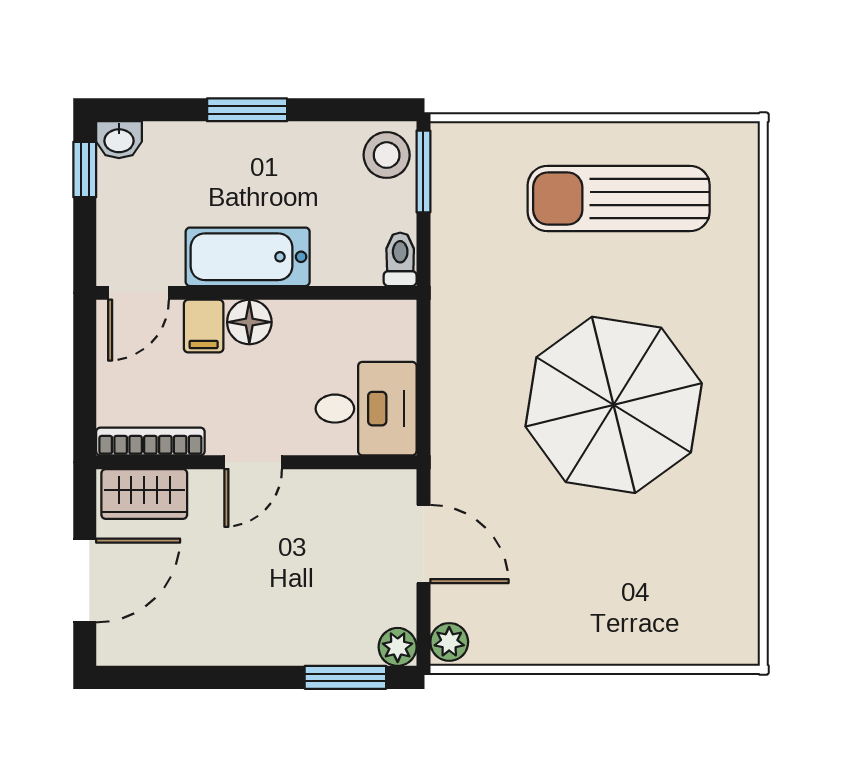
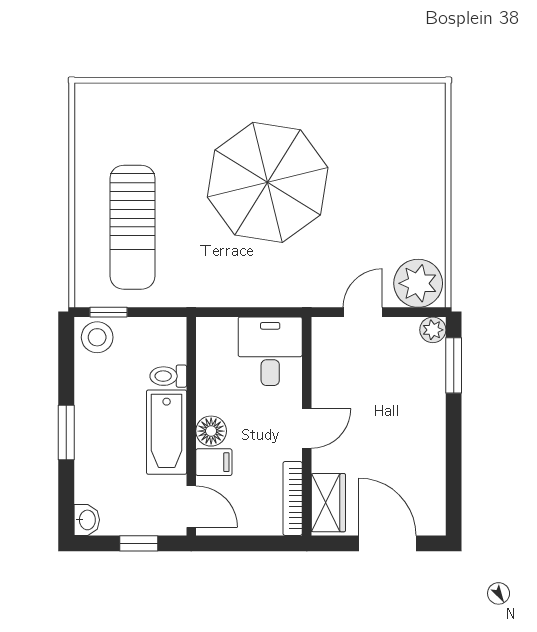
window: (85, 169) -> (139, 543), moved
window: (423, 172) -> (108, 312), width x0.67
sun lounger: (619, 199) -> (133, 227), moved
toilet: (400, 259) -> (168, 376), moved
door: (253, 462) -> (307, 428), hinge flipped
door: (423, 544) -> (363, 312), width x0.73
plant: (449, 642) -> (418, 283), width x1.87, depth x1.87

